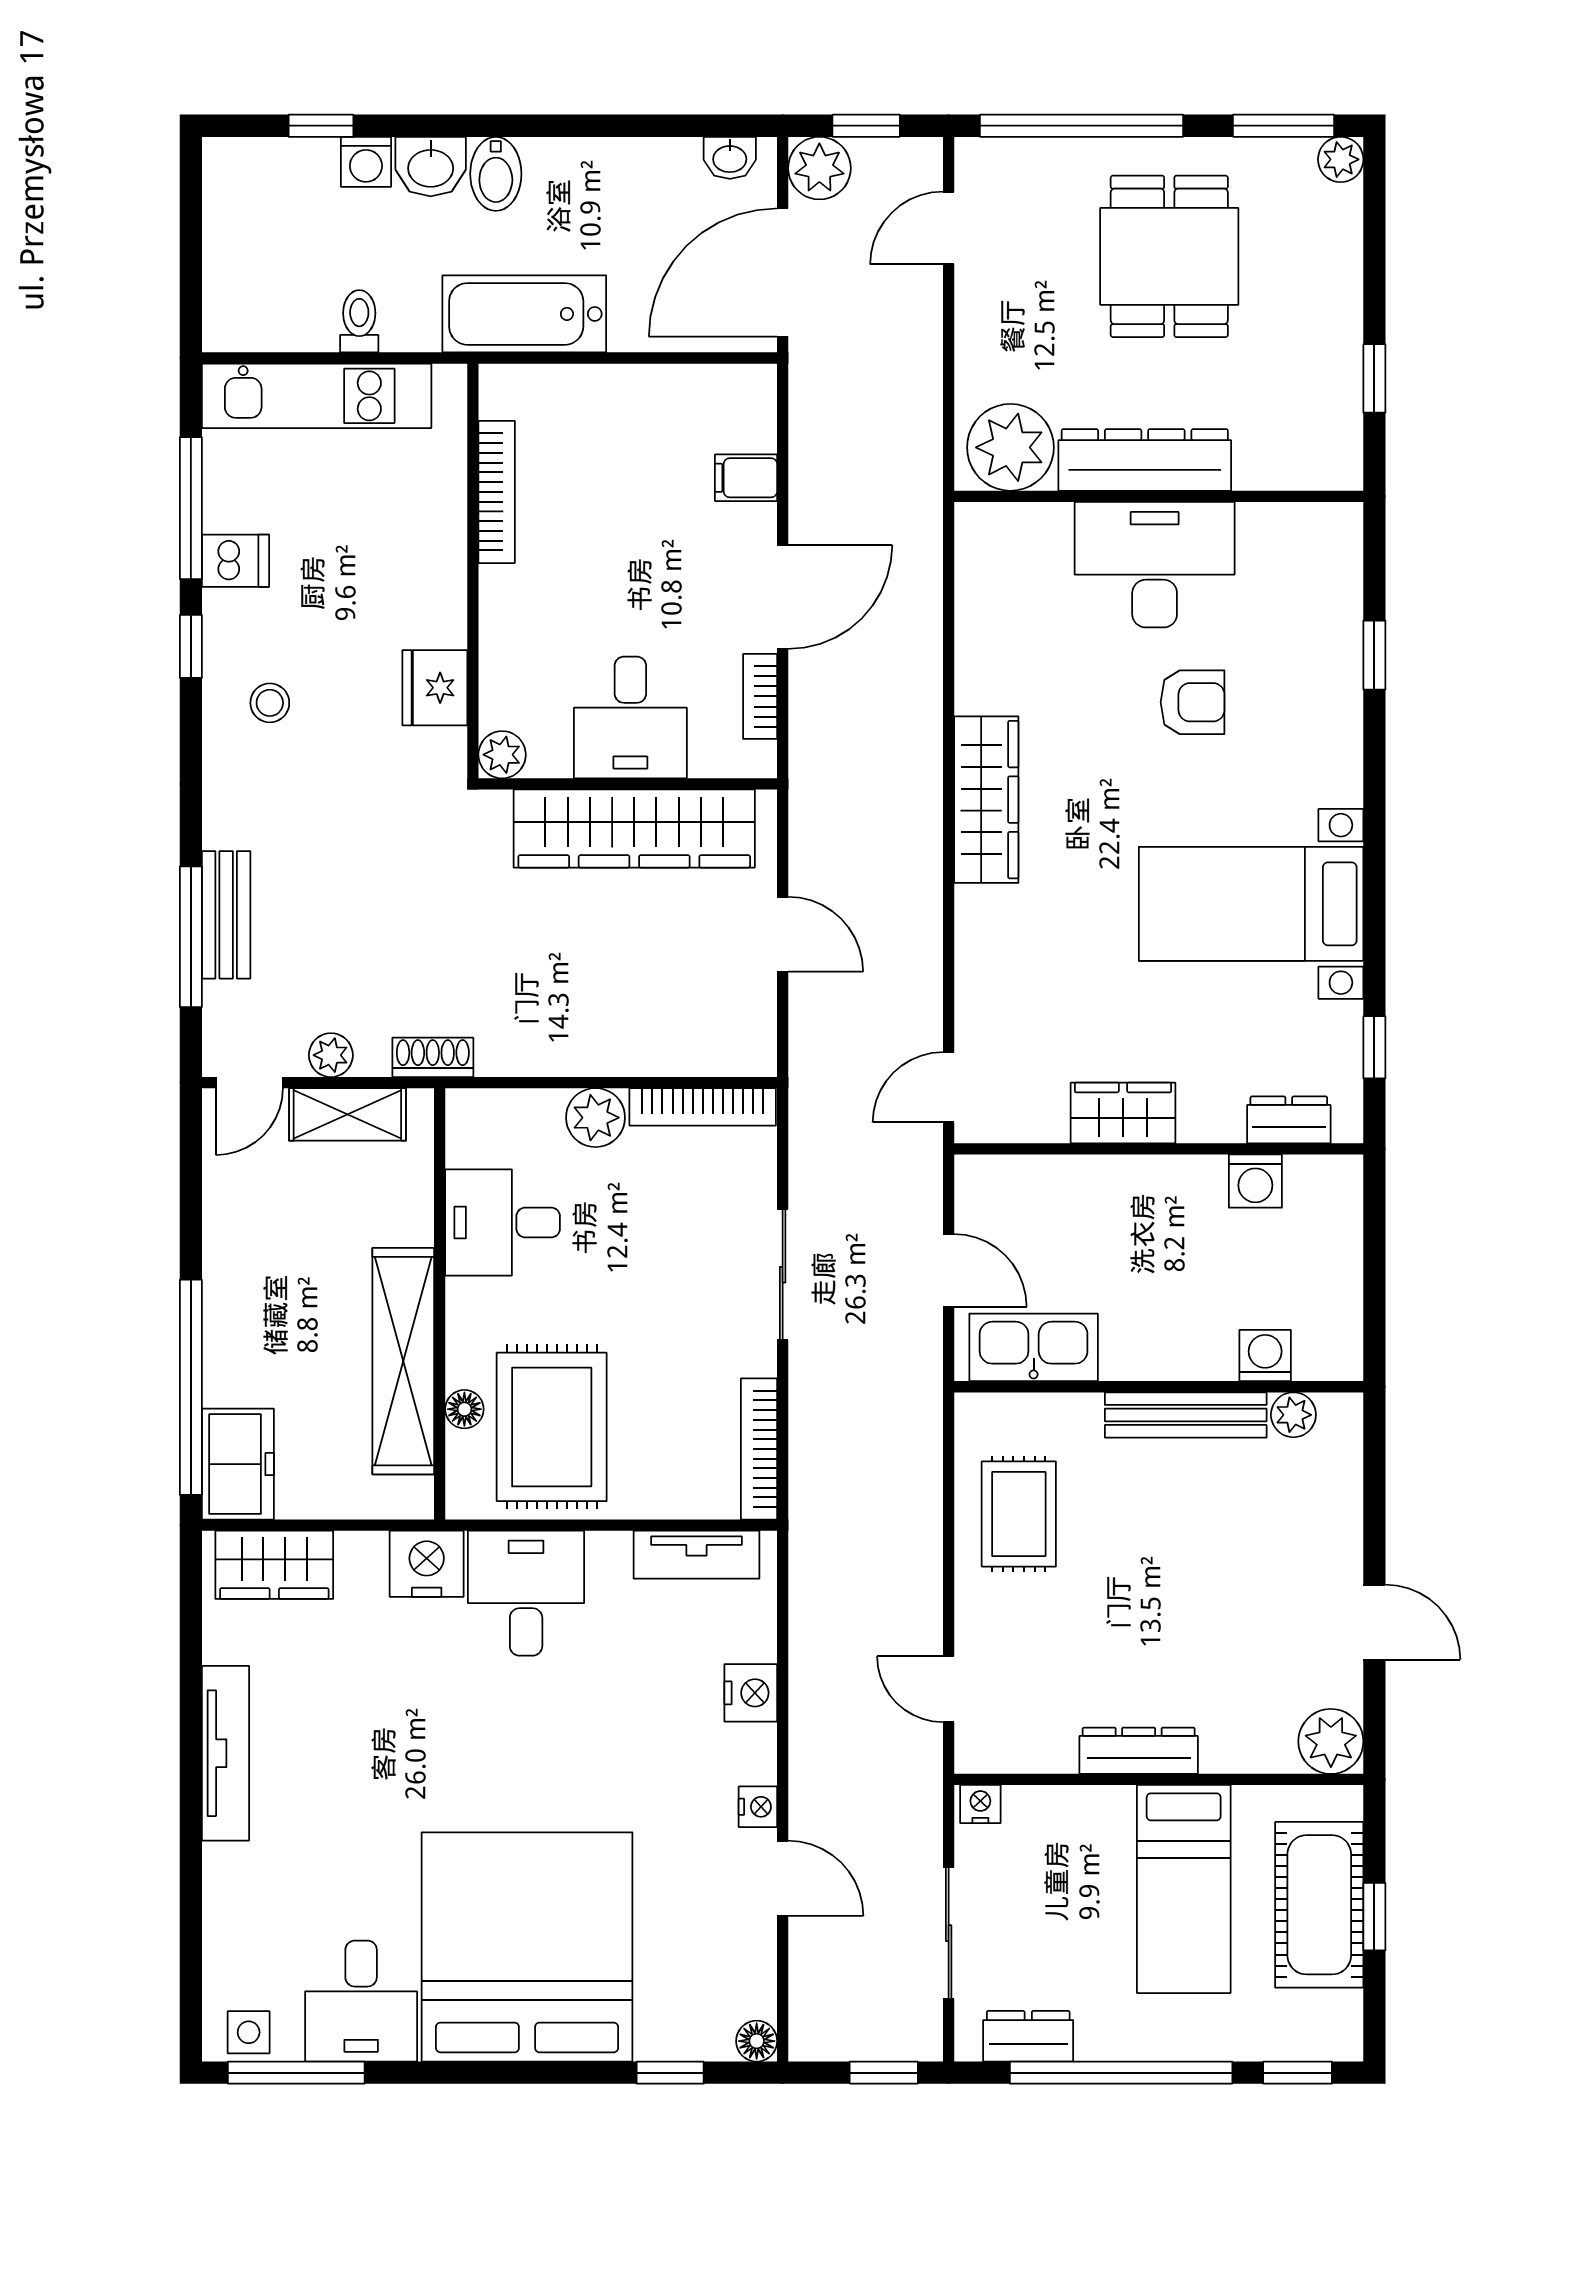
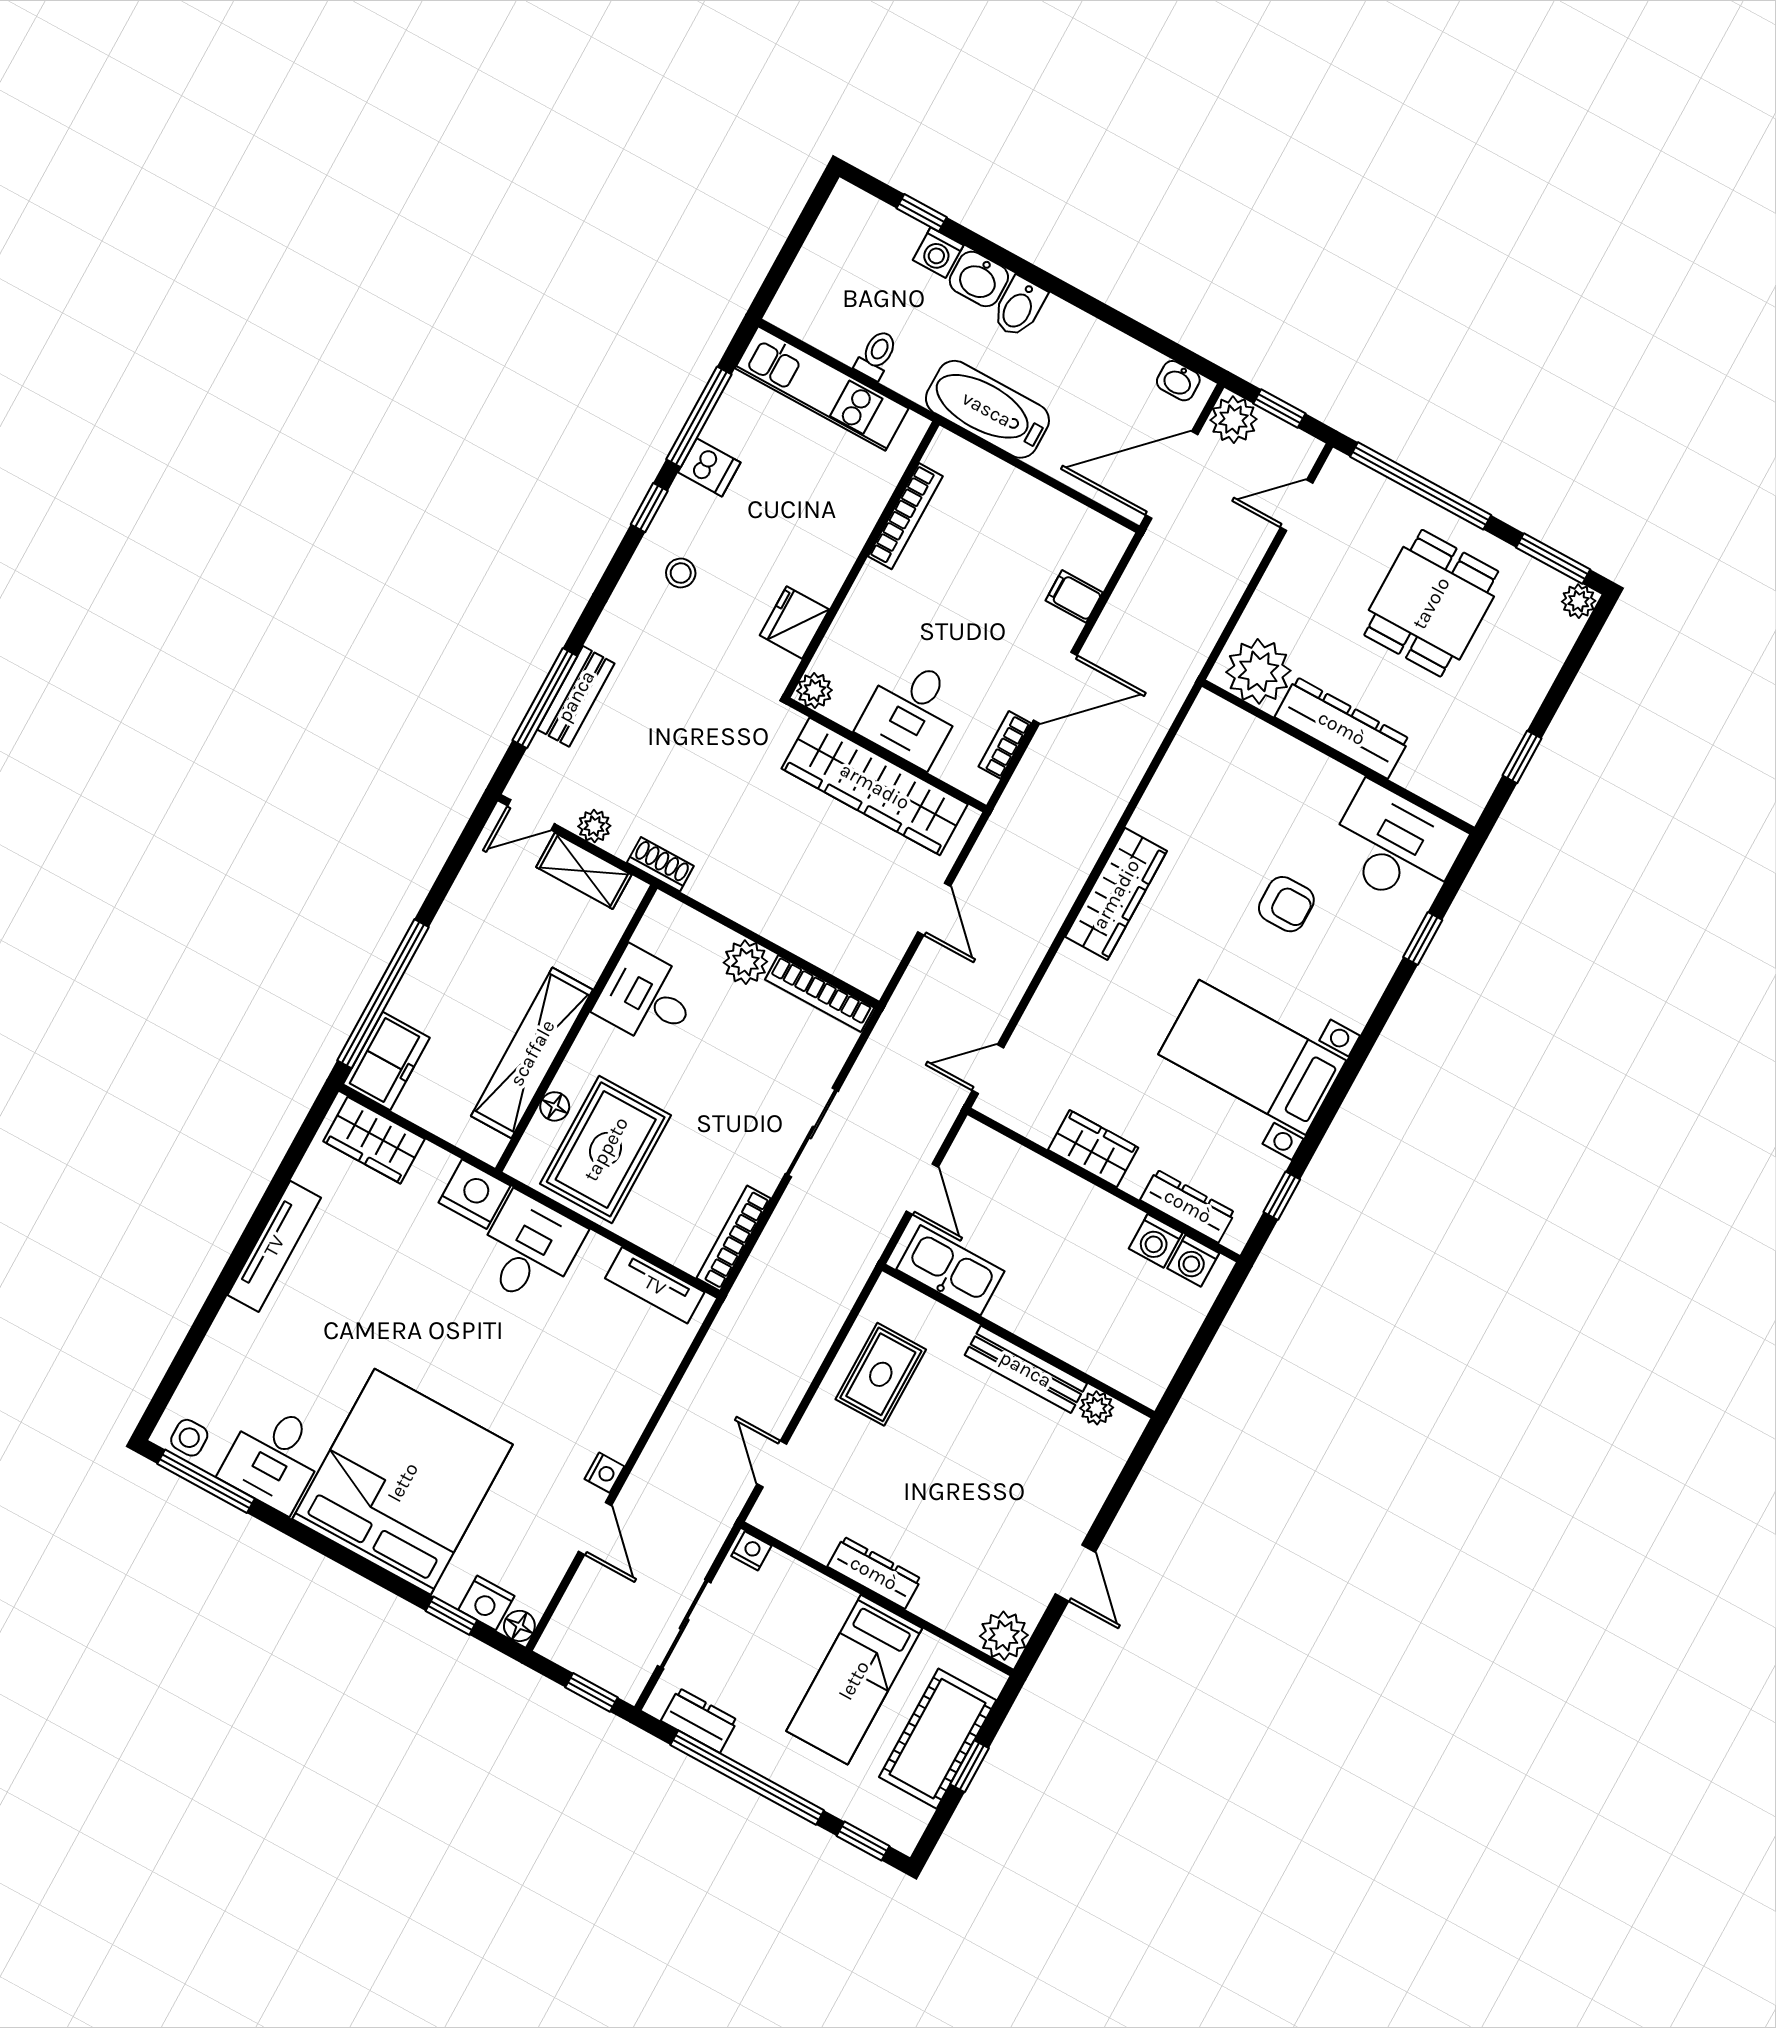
desk: (1155, 565) -> (1395, 846), moved
dresser: (1289, 1120) -> (1188, 1206), width x1.44
washing machine: (1265, 1356) -> (1193, 1261), moved, turned 180
nightstand: (751, 1693) -> (486, 1603), moved, turned 90

